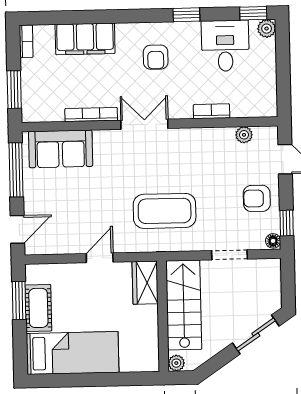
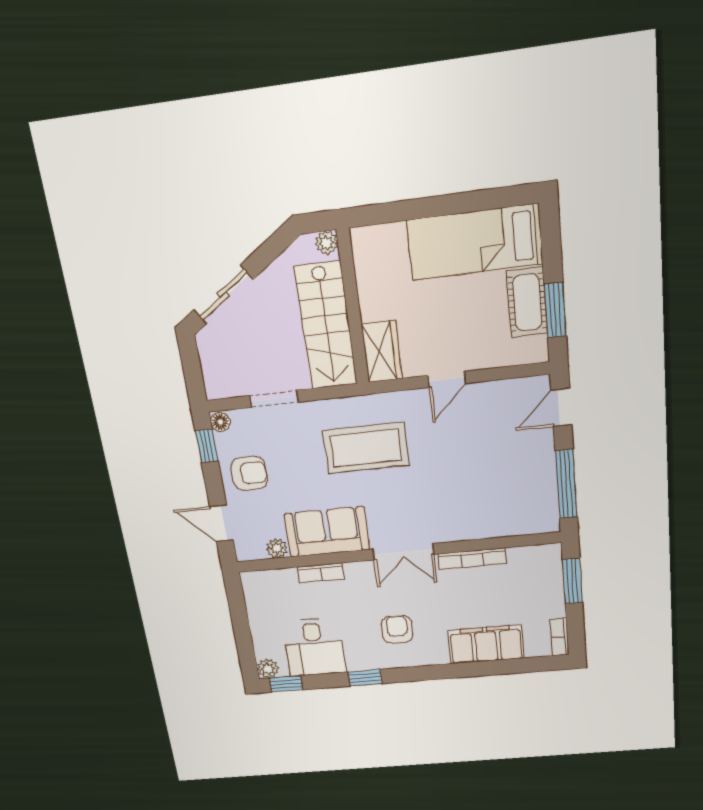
sofa: (61, 149) -> (327, 532), moved

